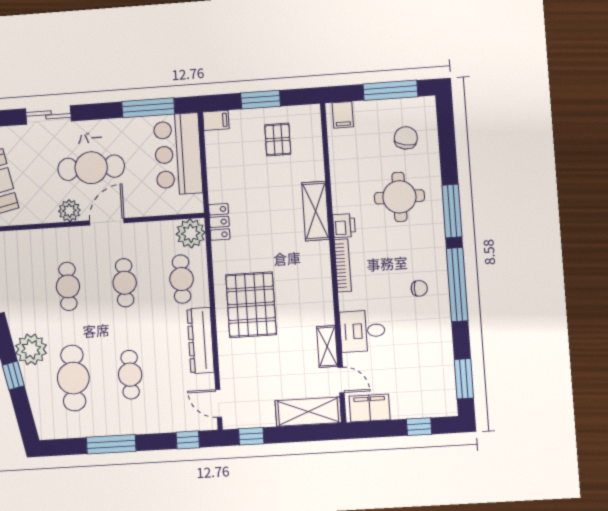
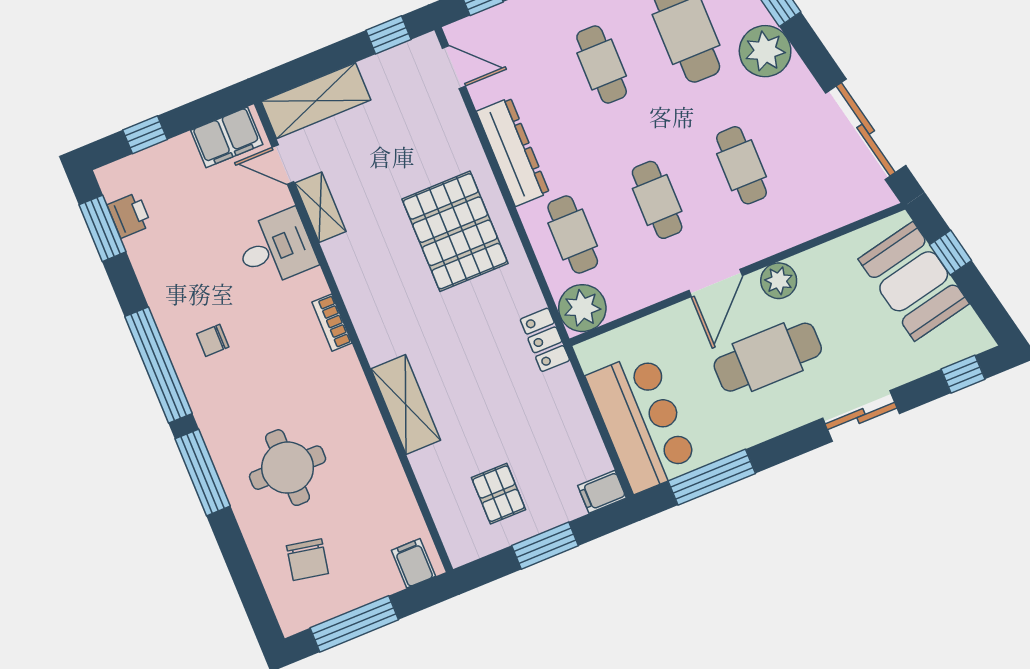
printer: (344, 226) -> (129, 215), moved, turned 180
bookcase: (343, 265) -> (332, 323), width x0.64

